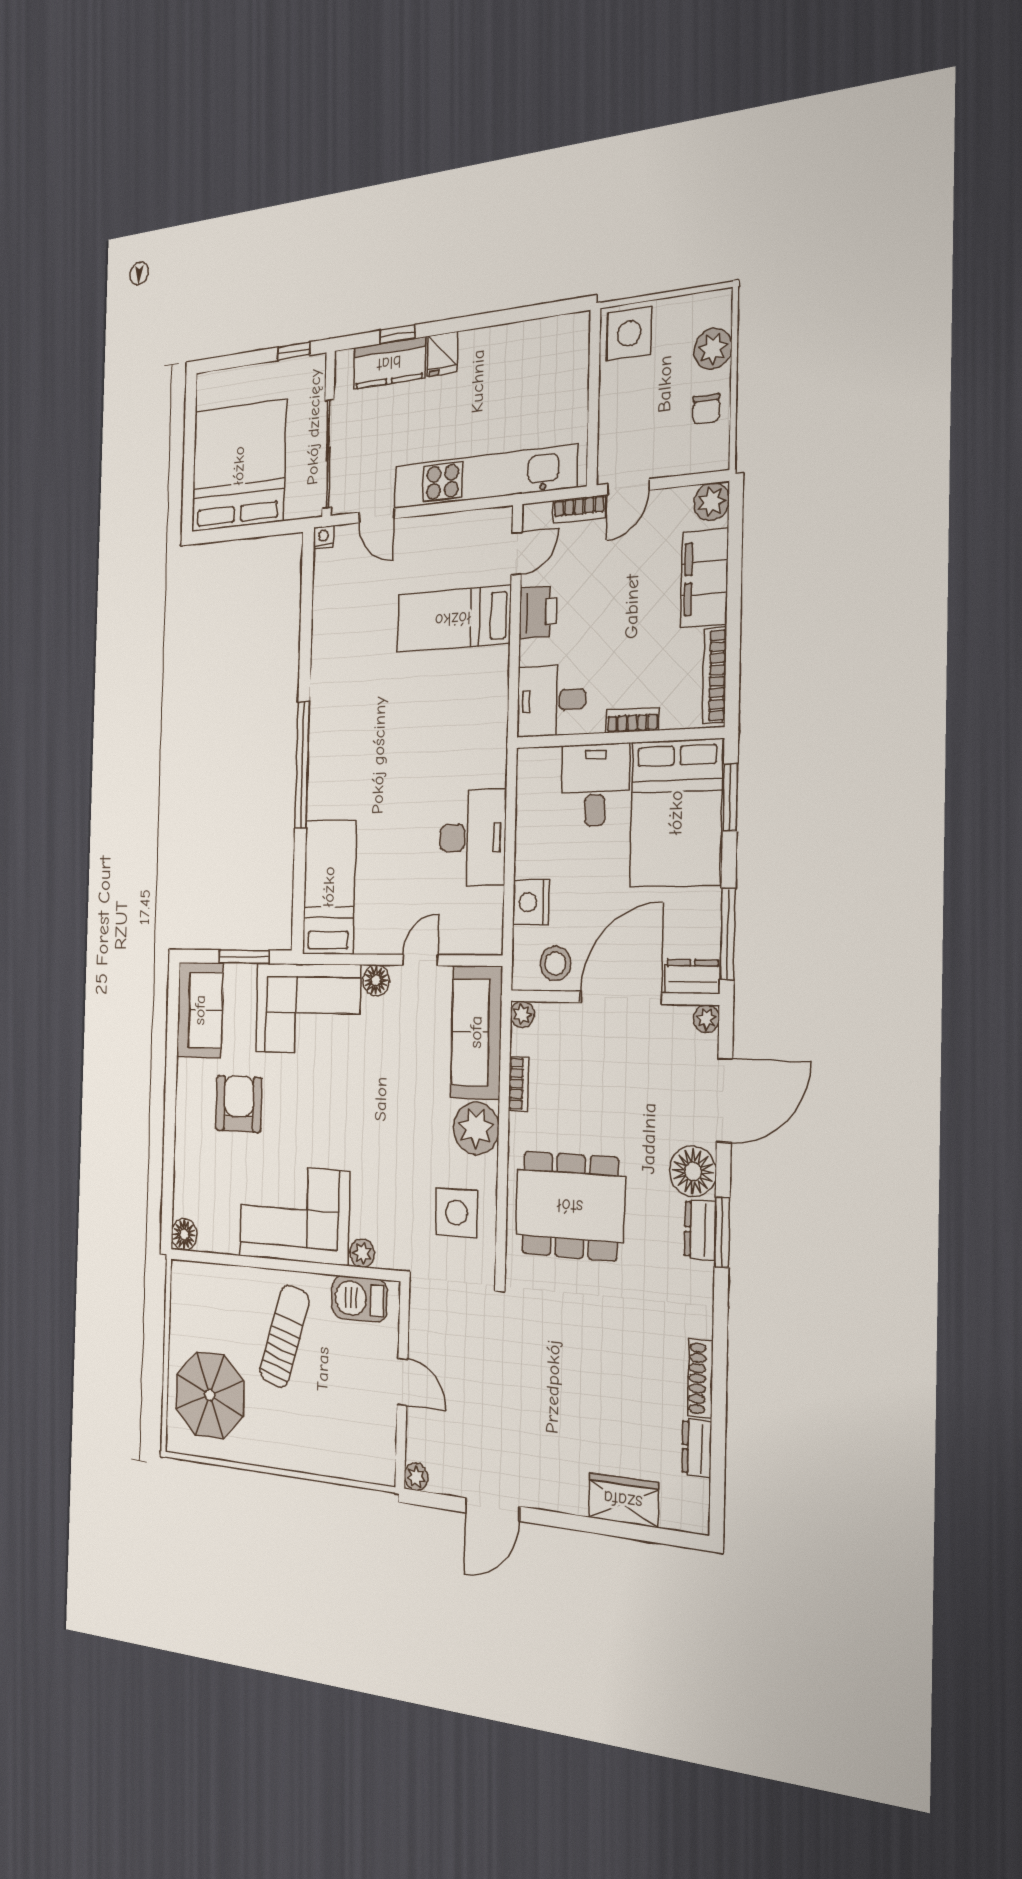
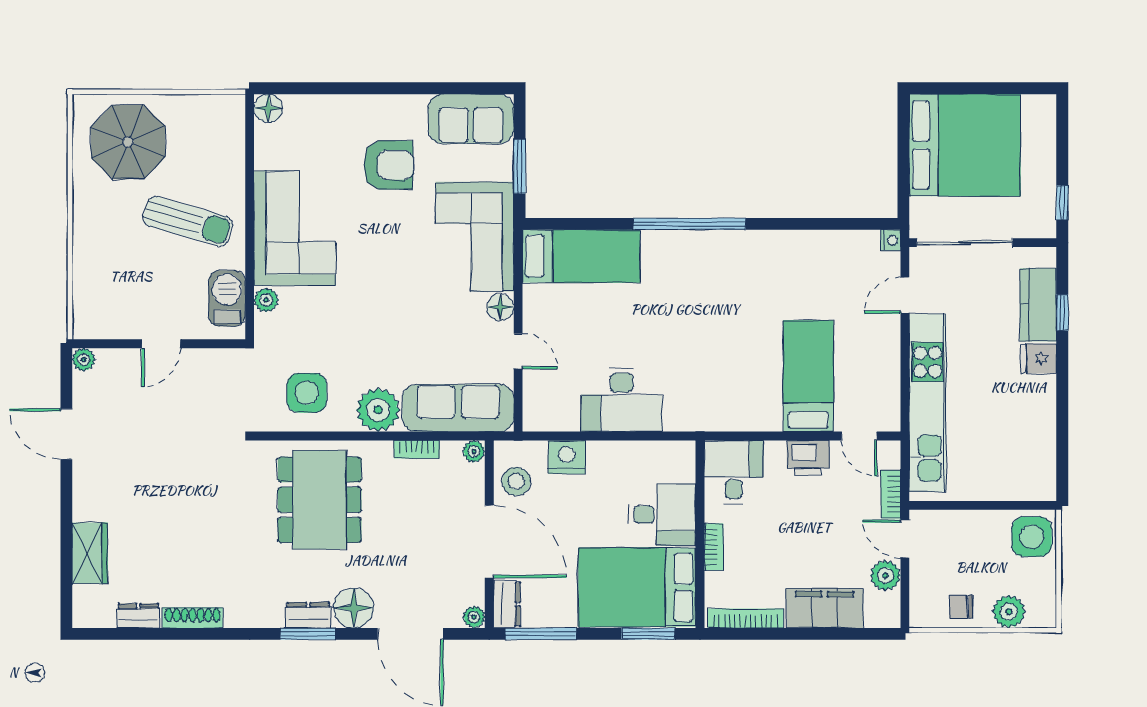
plant: (711, 502) -> (885, 575), moved

